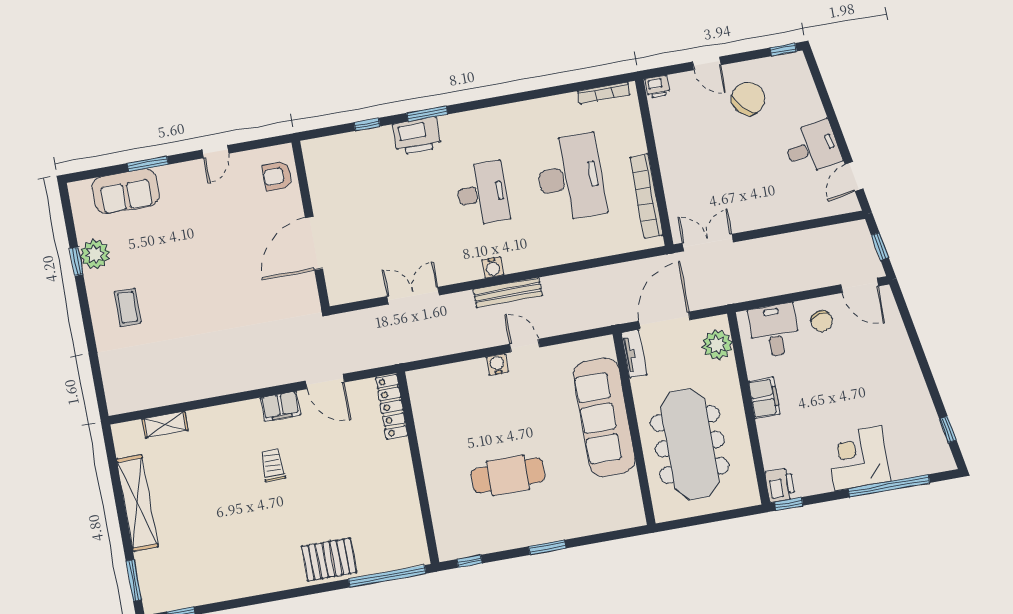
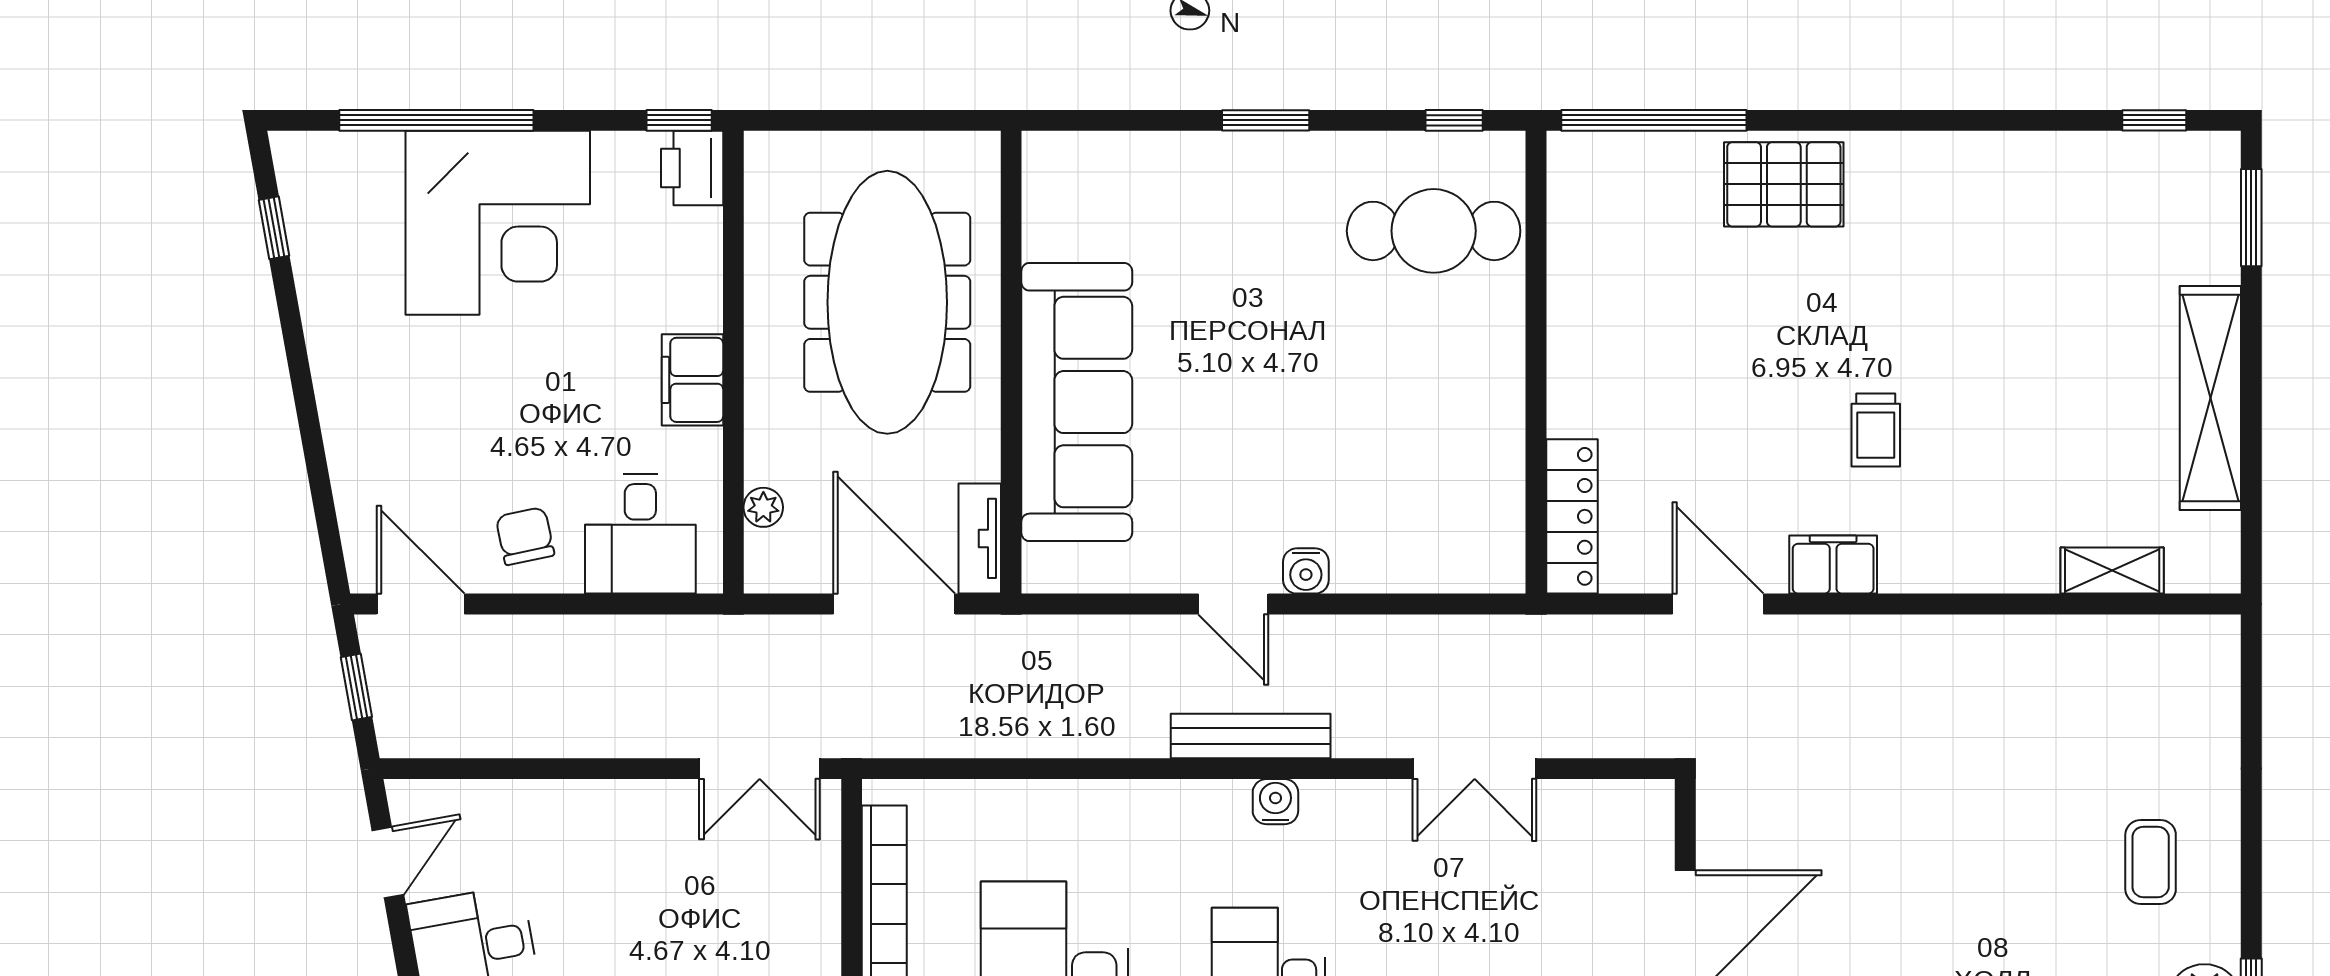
door: (664, 320) -> (894, 604), swing flipped
plant: (717, 345) -> (763, 507), width x0.53, depth x0.53
corner desk: (858, 458) -> (498, 223), width x1.36, depth x1.36
cafe table: (508, 475) -> (1434, 231), moved

